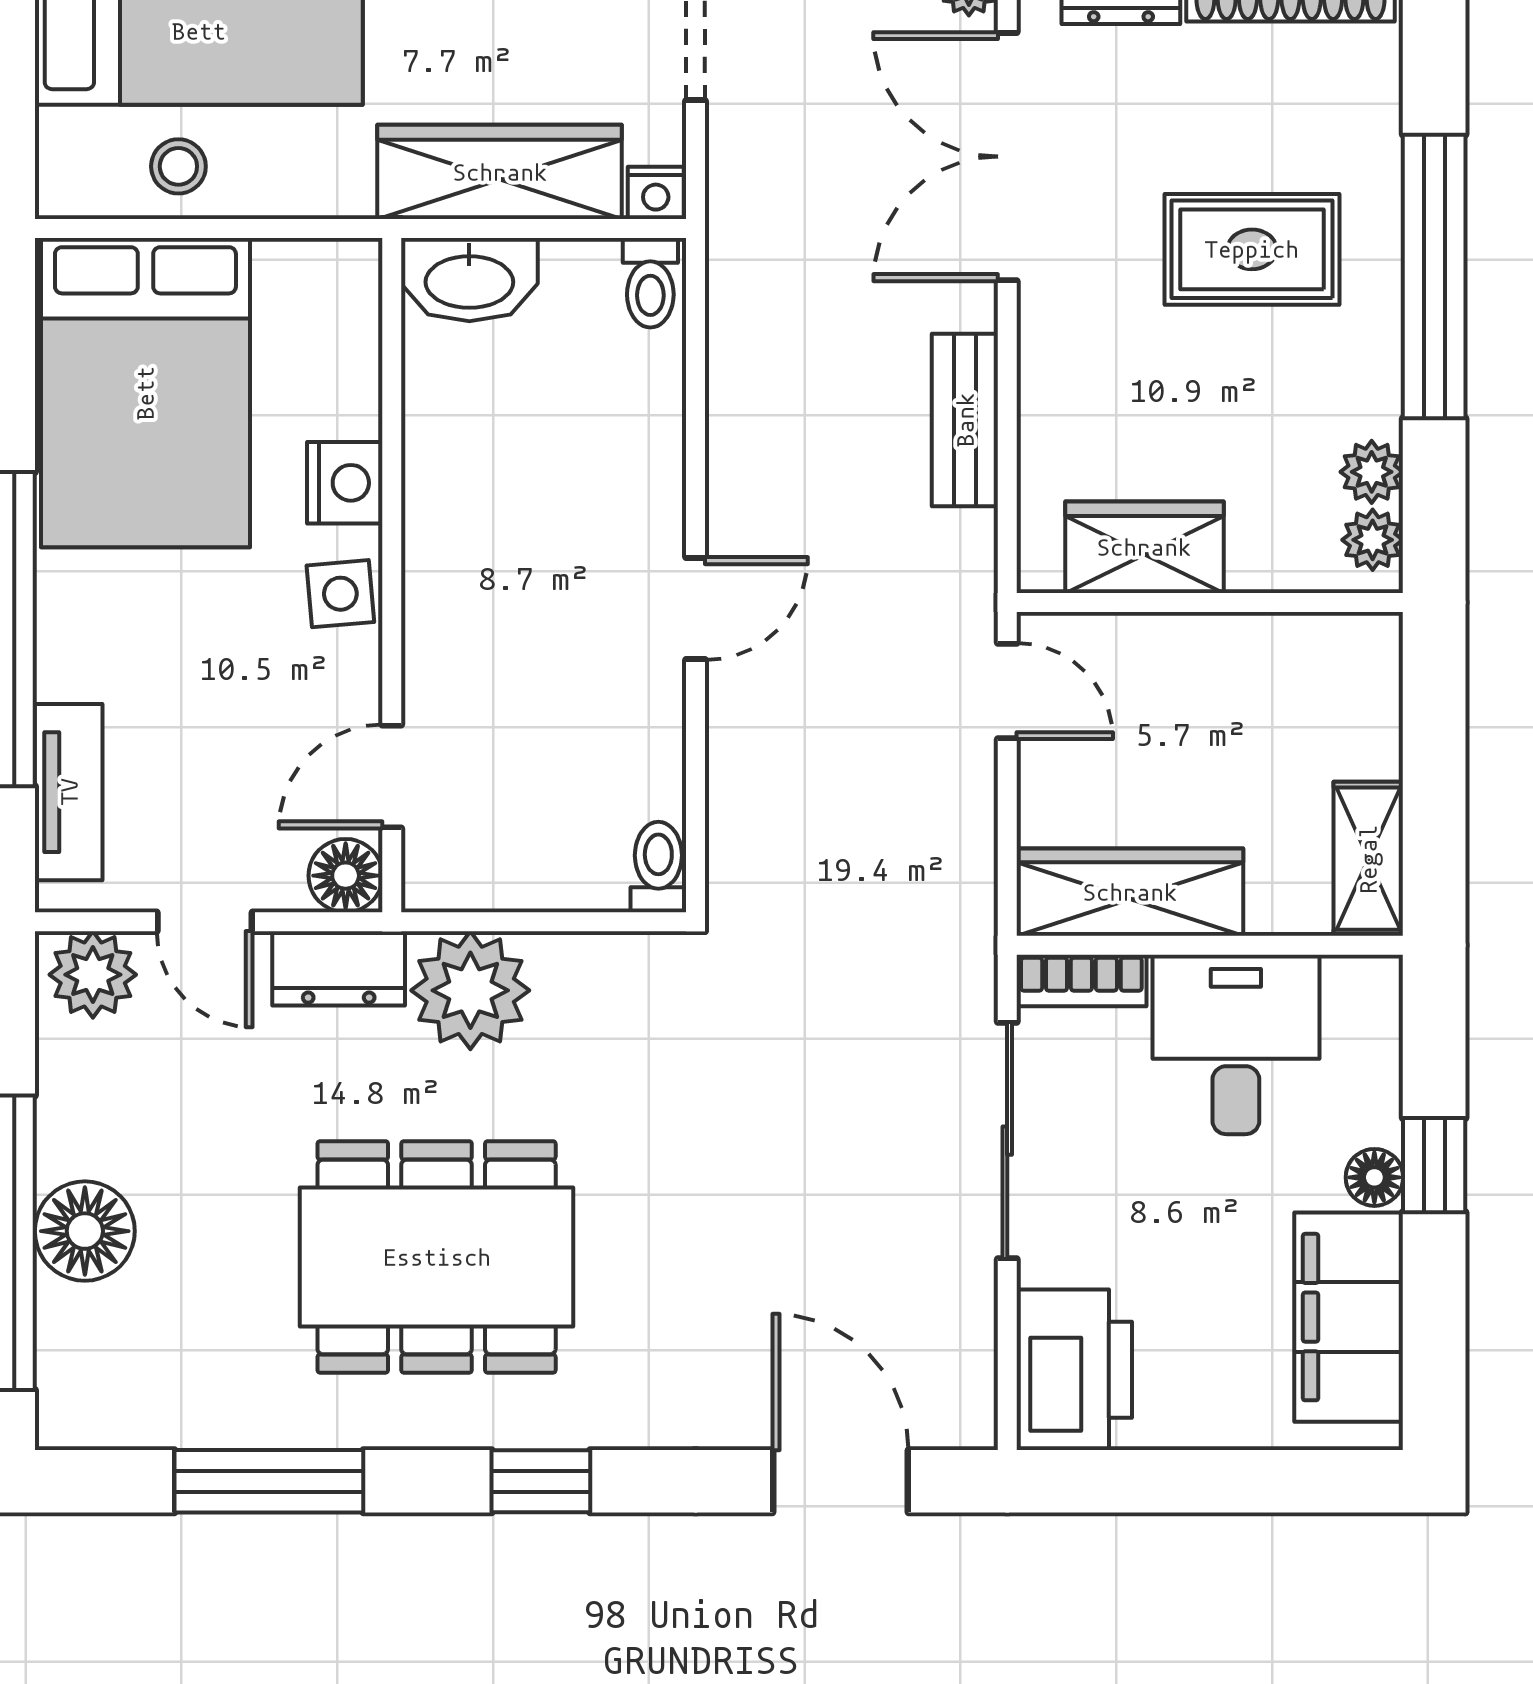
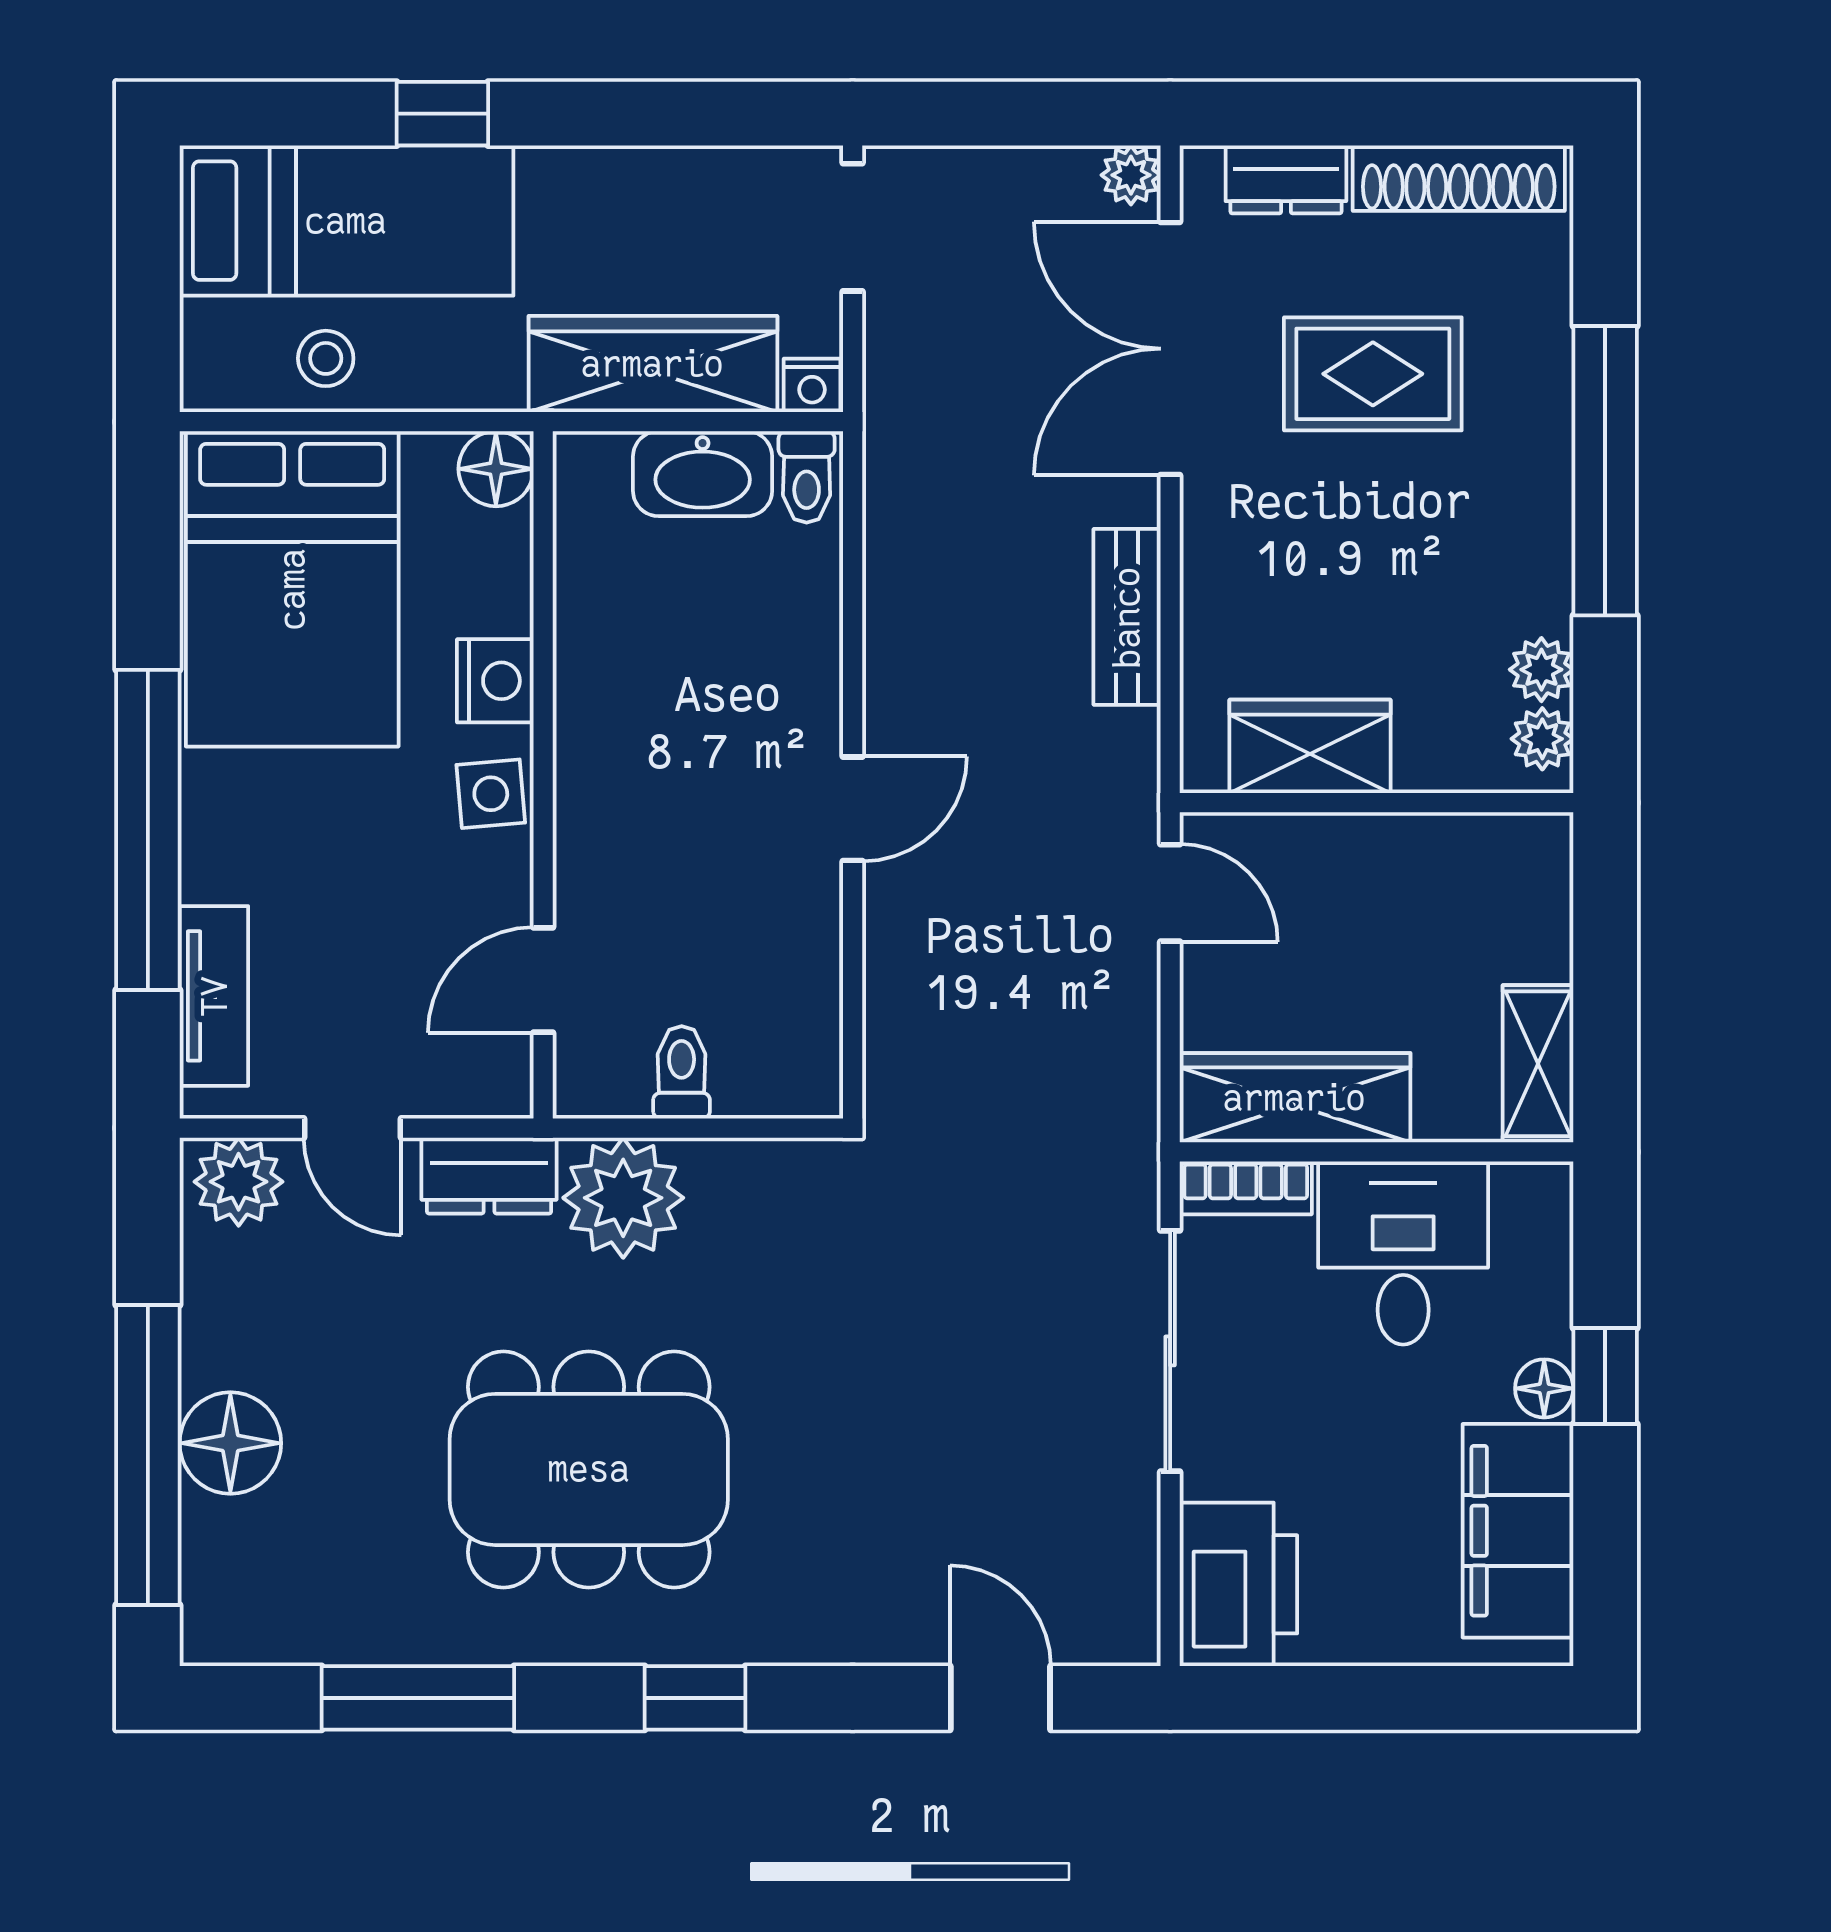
rug: (1252, 249) -> (1373, 374), moved
washbasin: (469, 280) -> (703, 474), moved
toilet: (658, 867) -> (682, 1072), moved
floor lamp: (346, 876) -> (496, 469), moved
door: (841, 1481) -> (1000, 1698), width x0.73

